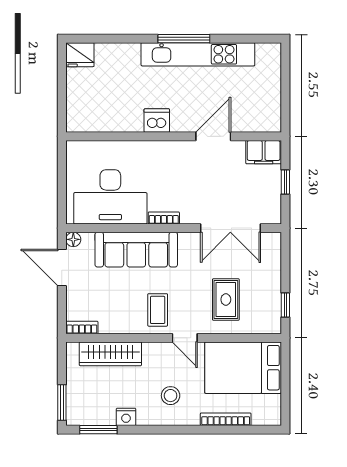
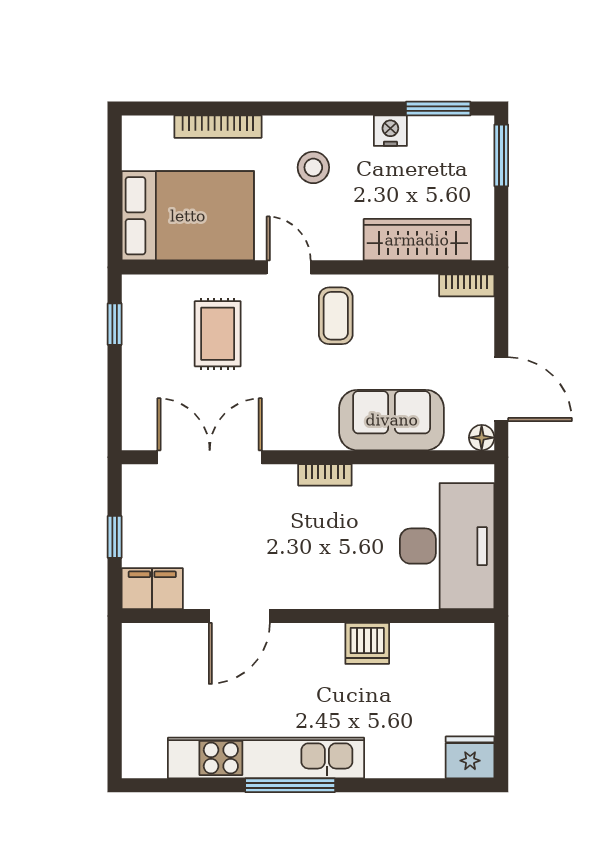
dishwasher: (157, 121) -> (367, 643), moved
desk: (110, 197) -> (447, 546), moved, turned 90
sofa: (136, 250) -> (392, 420), width x0.73

